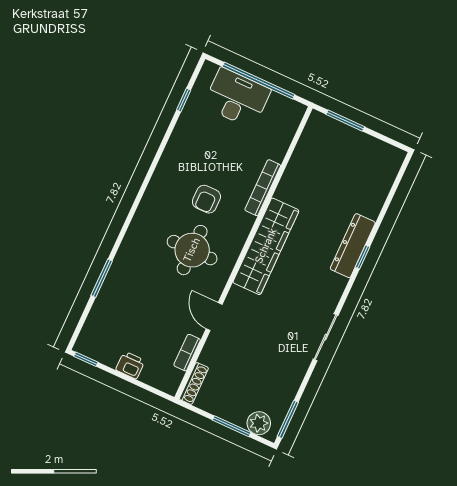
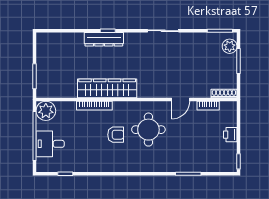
desk: (237, 98) -> (50, 144), width x0.73
plant: (288, 114) -> (46, 111), added
wardrobe: (266, 246) -> (107, 88), moved

